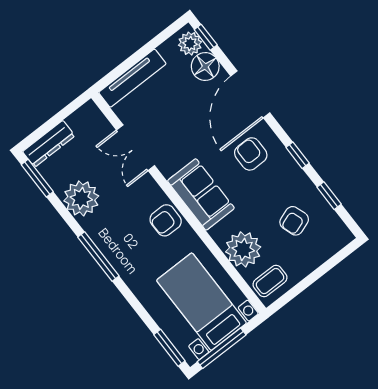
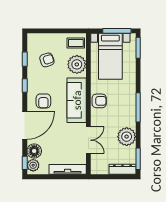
sofa: (201, 194) -> (77, 100), width x1.36

